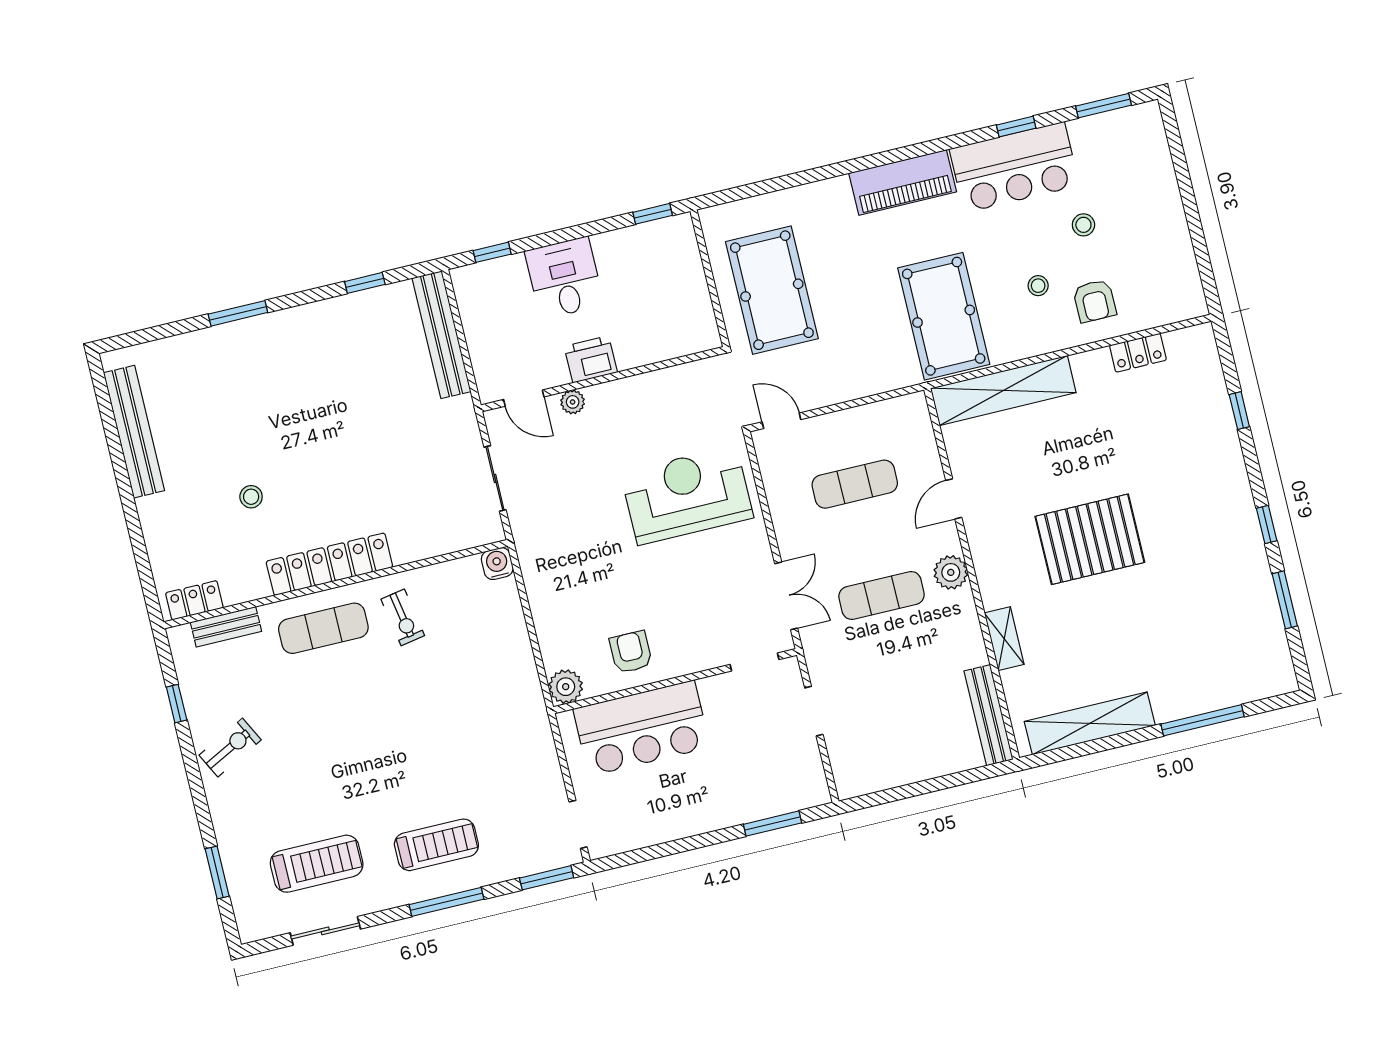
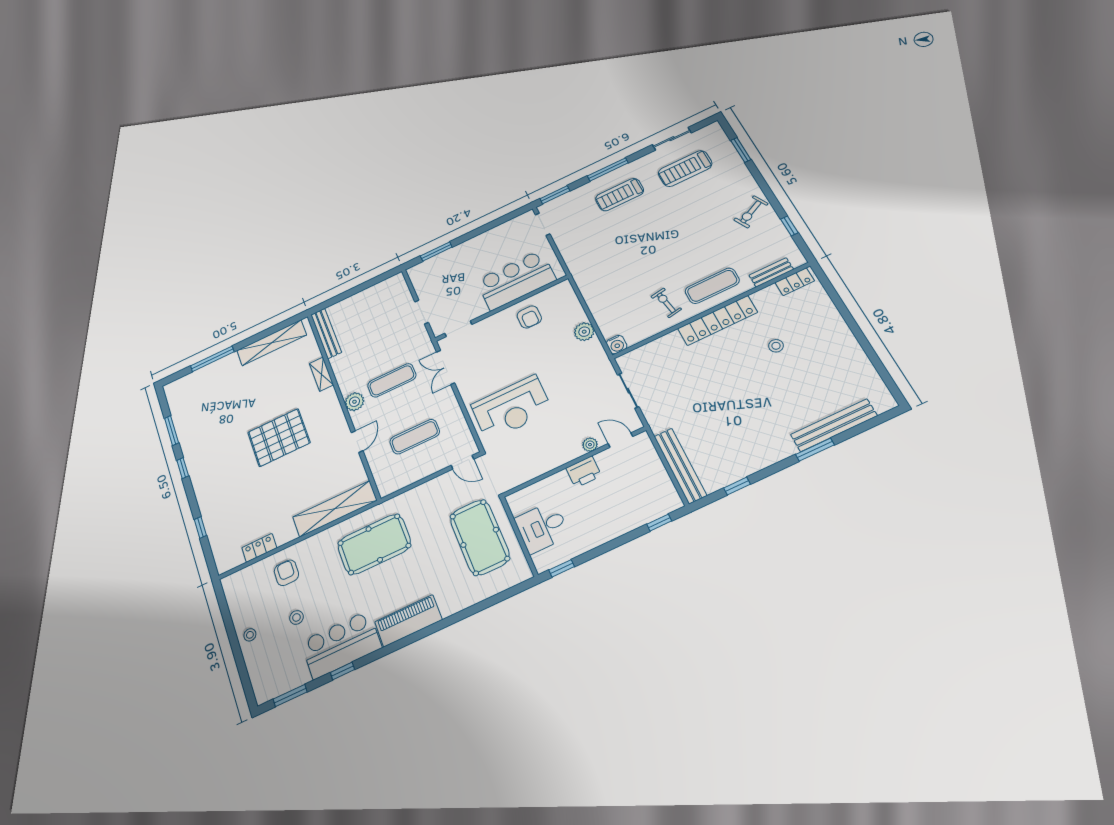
desk: (564, 278) -> (542, 527), moved, turned 90
stool: (1038, 286) -> (250, 635), moved
pool table: (944, 316) -> (374, 544), turned 90
bench: (134, 432) -> (834, 425), moved, turned 90
plant: (566, 687) -> (584, 332), moved

